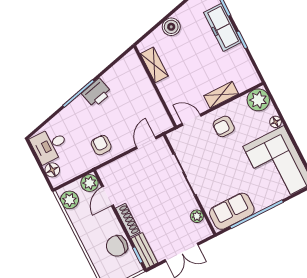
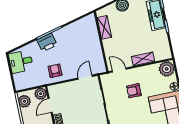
printer: (97, 93) -> (47, 42), moved
armchair: (224, 126) -> (134, 91), moved
floor lamp: (52, 170) -> (18, 78), removed

